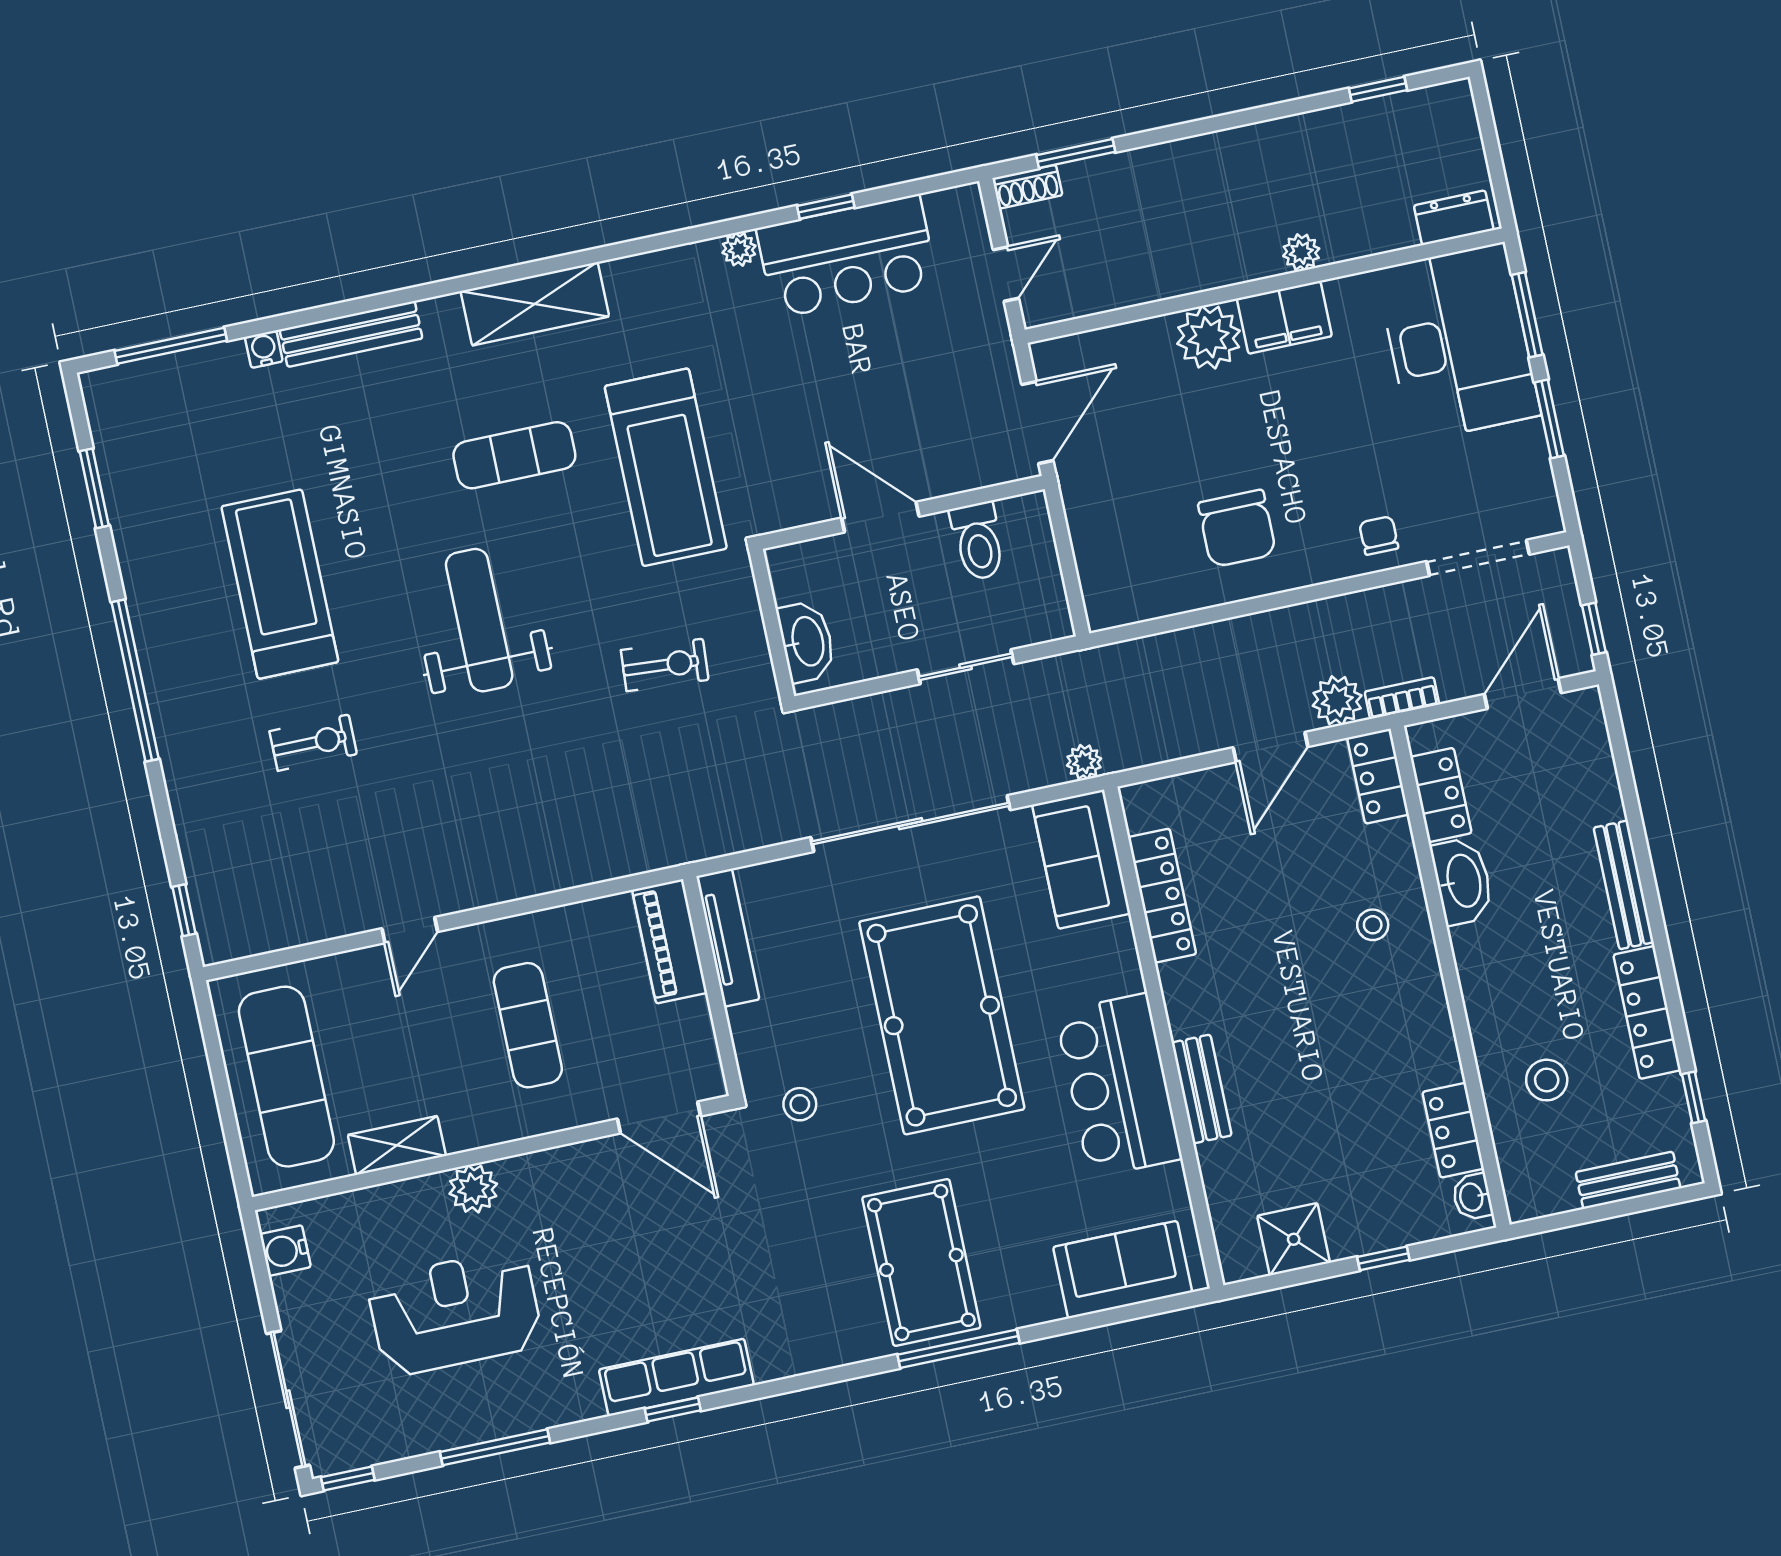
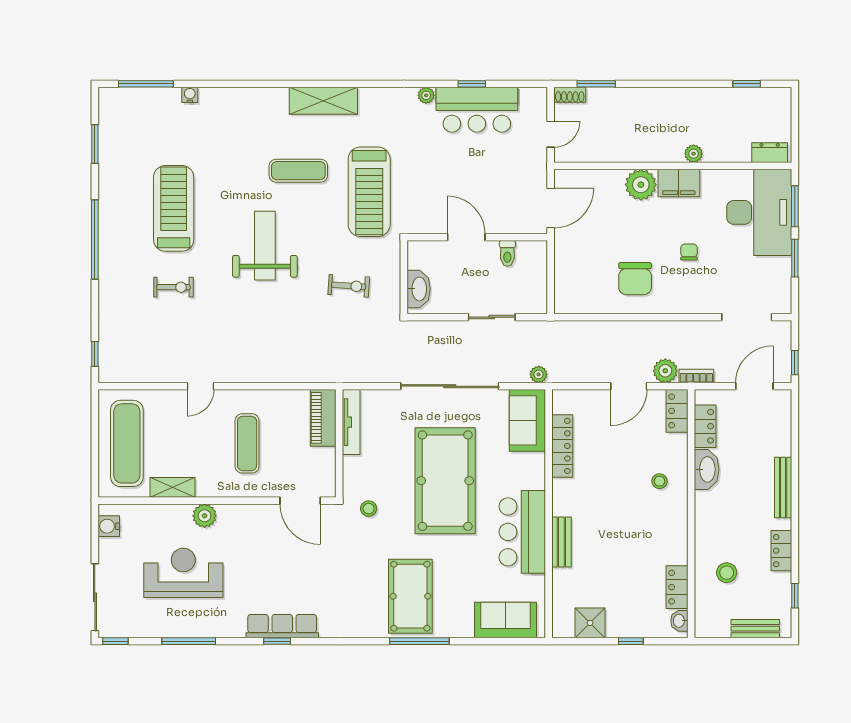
bench: (351, 334) -> (233, 96), removed
chair: (1379, 535) -> (689, 252), moved
toilet: (978, 541) -> (507, 253), width x0.73, depth x0.72
locker: (1647, 1012) -> (781, 551), width x0.66

